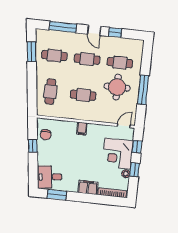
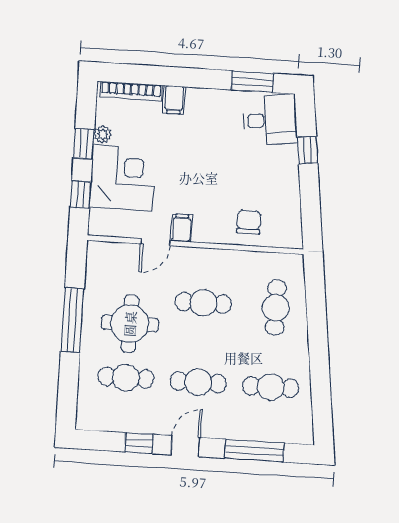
door: (94, 30) -> (186, 446), hinge flipped
window: (32, 52) -> (321, 393), removed
door: (124, 126) -> (156, 242), moved
filing cabinet: (82, 129) -> (181, 228), moved
chair: (46, 135) -> (249, 222), moved
window: (33, 146) -> (307, 150), moved
filing cabinet: (88, 187) -> (174, 100), width x0.50

